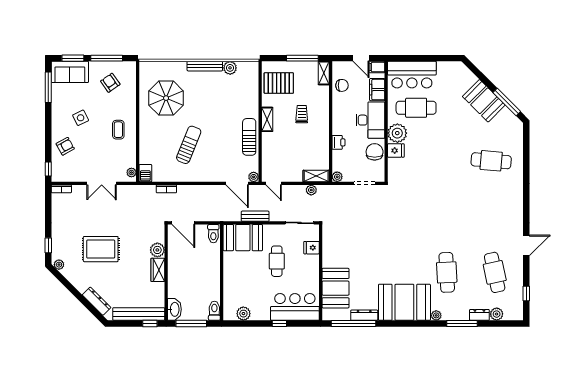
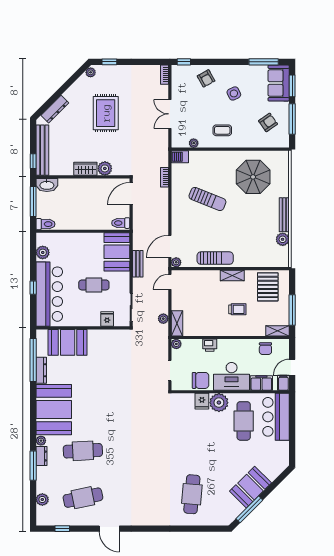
plant: (131, 173) -> (194, 143), moved
bar counter: (295, 307) -> (49, 294), width x1.36
dresser: (479, 315) -> (41, 456), moved

